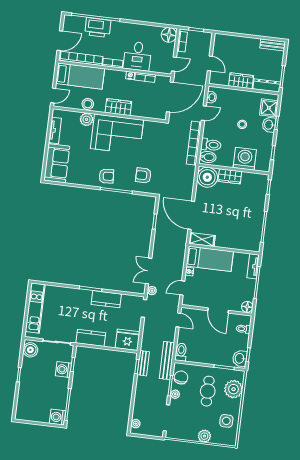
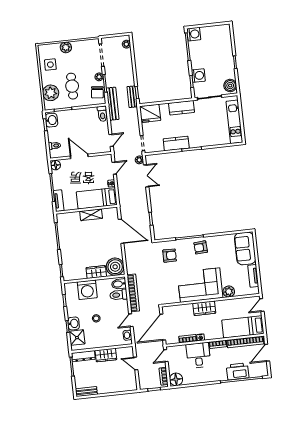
stool: (88, 104) -> (231, 305), removed
shelving: (202, 240) -> (91, 215), moved
door: (178, 320) -> (111, 140), swing flipped

